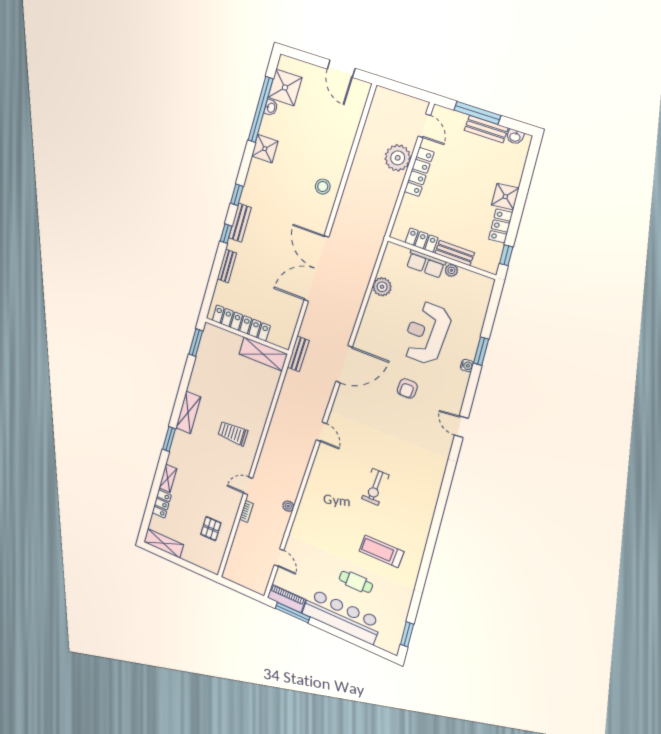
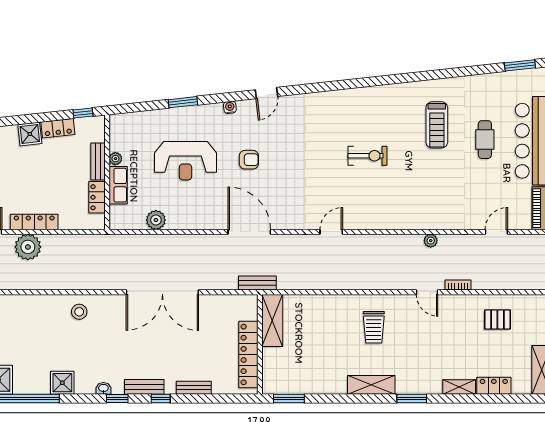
washbasin: (271, 108) -> (103, 388), moved
water cooler: (467, 366) -> (230, 107), moved

